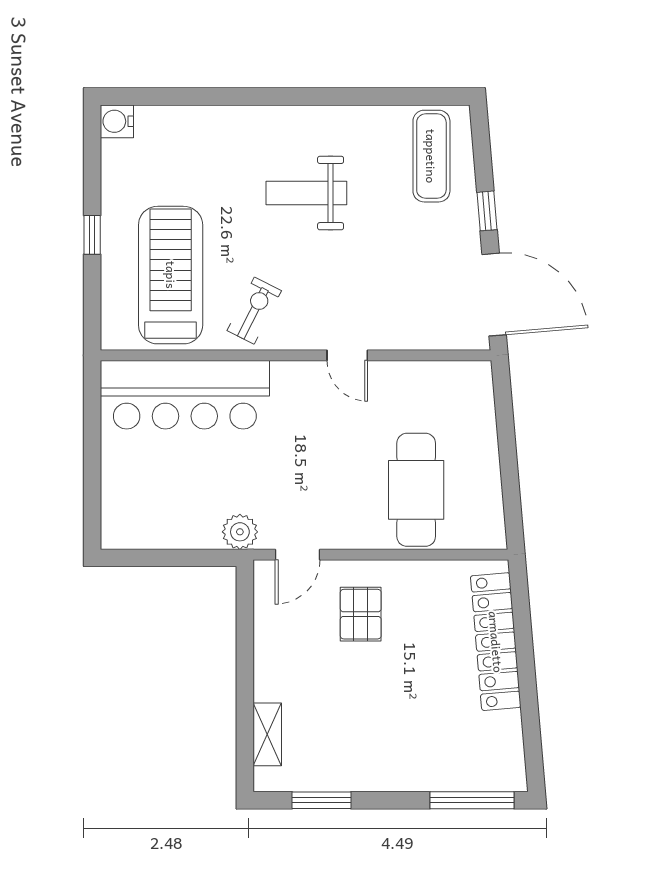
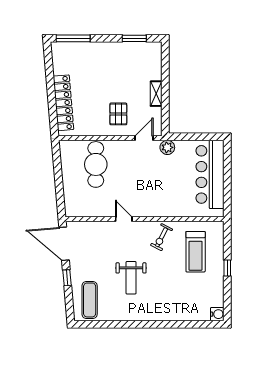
weight bench: (306, 193) -> (131, 278), moved, turned 90
treadmill: (171, 275) -> (196, 252), width x0.73, depth x0.73
bar counter: (185, 395) -> (210, 174), moved, turned -90
shelving: (267, 734) -> (156, 94), moved

